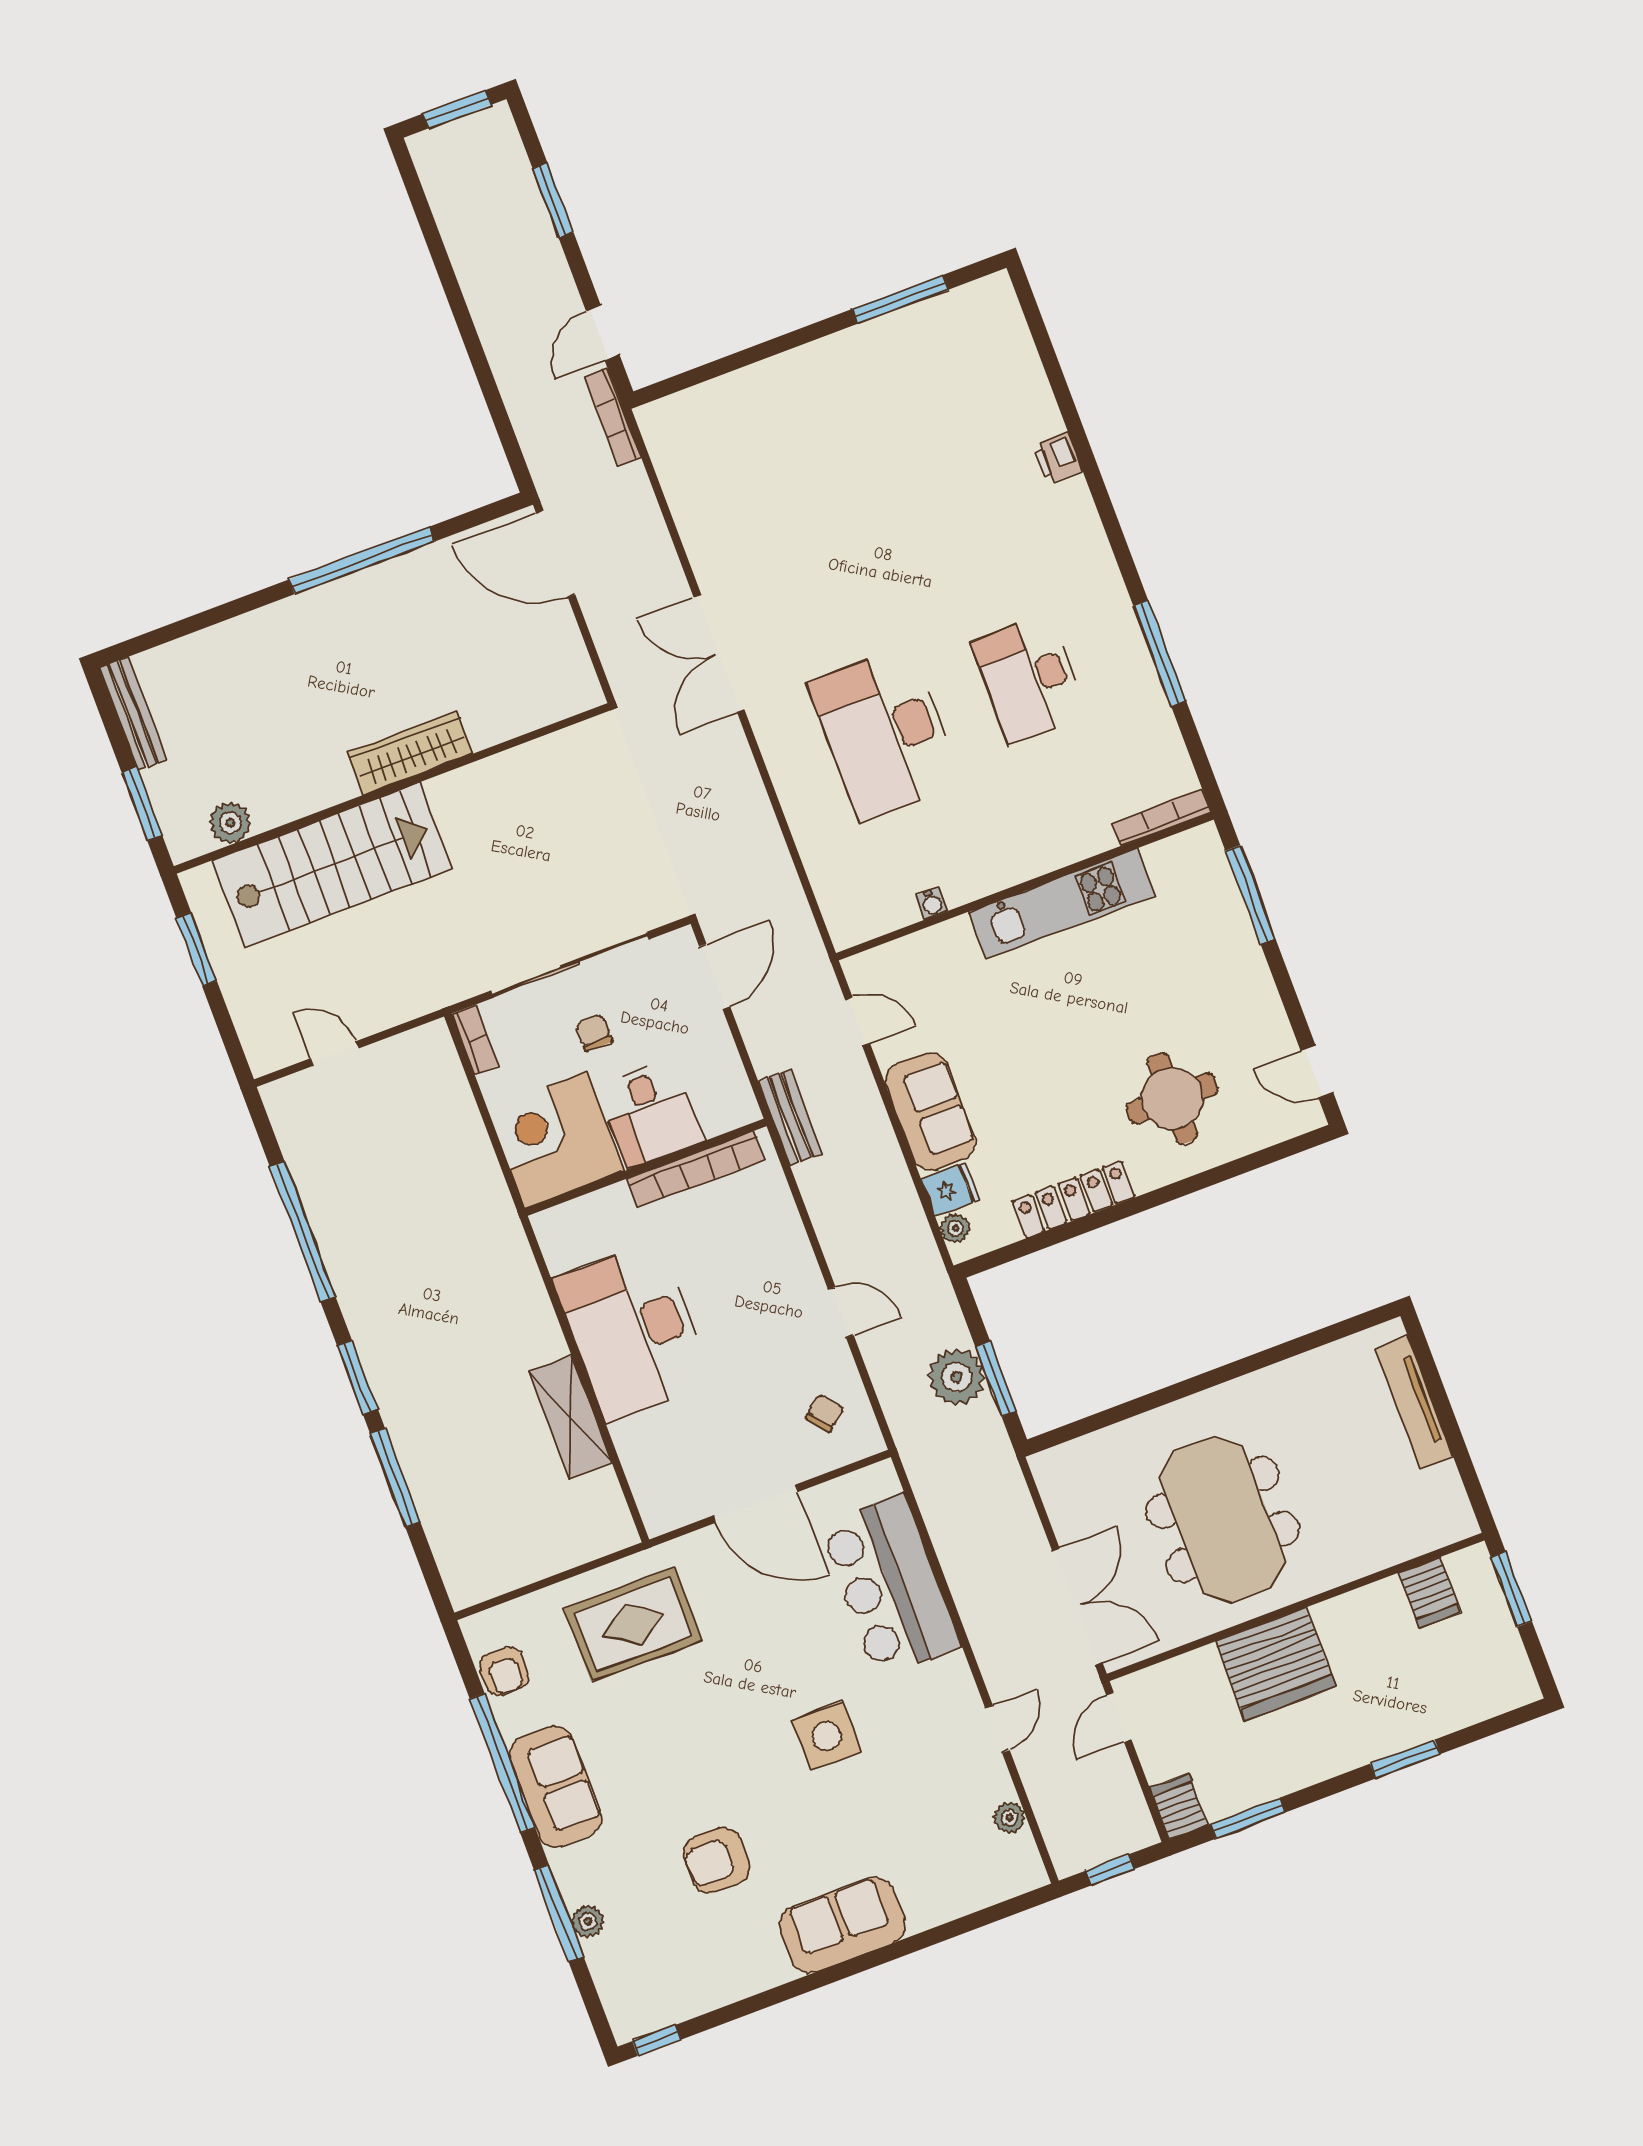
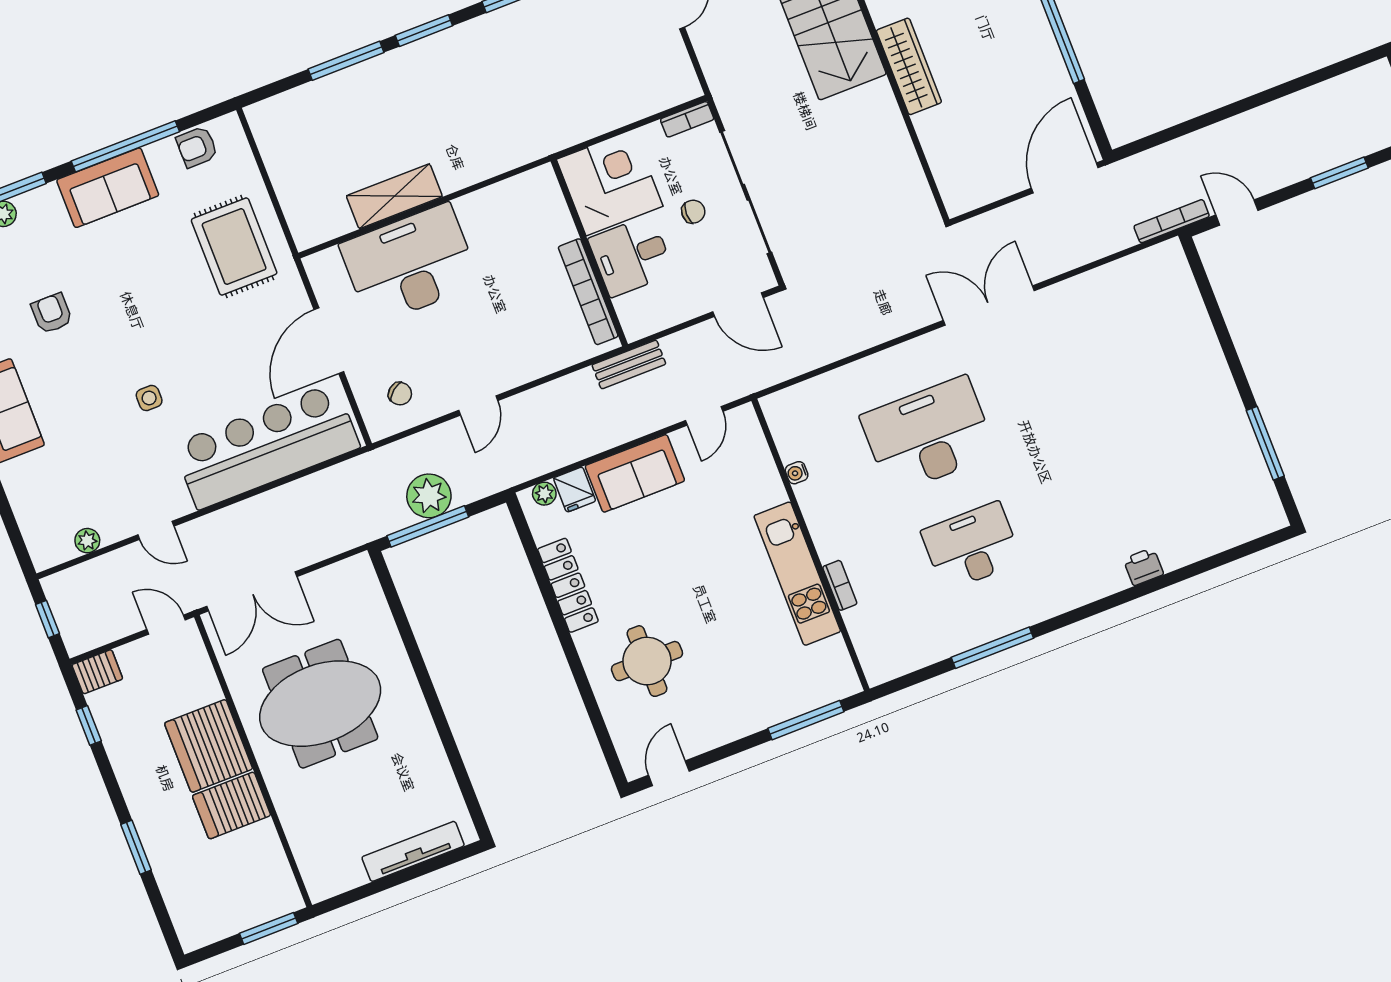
bookcase: (1162, 818) -> (840, 585), moved, width x0.64
desk: (633, 1331) -> (410, 264), moved
window: (996, 1379) -> (428, 526), width x1.44
bar counter: (890, 1586) -> (266, 446), width x1.36
server rack: (1430, 1593) -> (231, 805), moved, width x1.36, depth x1.44
side table: (827, 1736) -> (149, 398), width x0.54, depth x0.54
window: (1248, 1818) -> (89, 725), width x0.67
armchair: (717, 1860) -> (52, 313), width x0.72, depth x0.72

